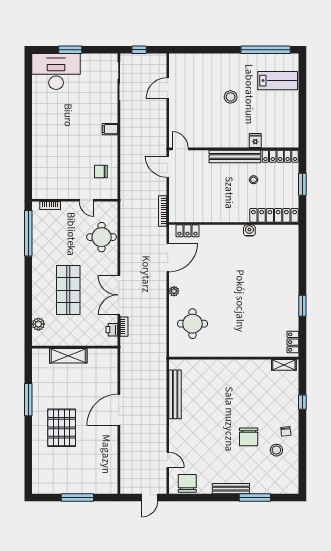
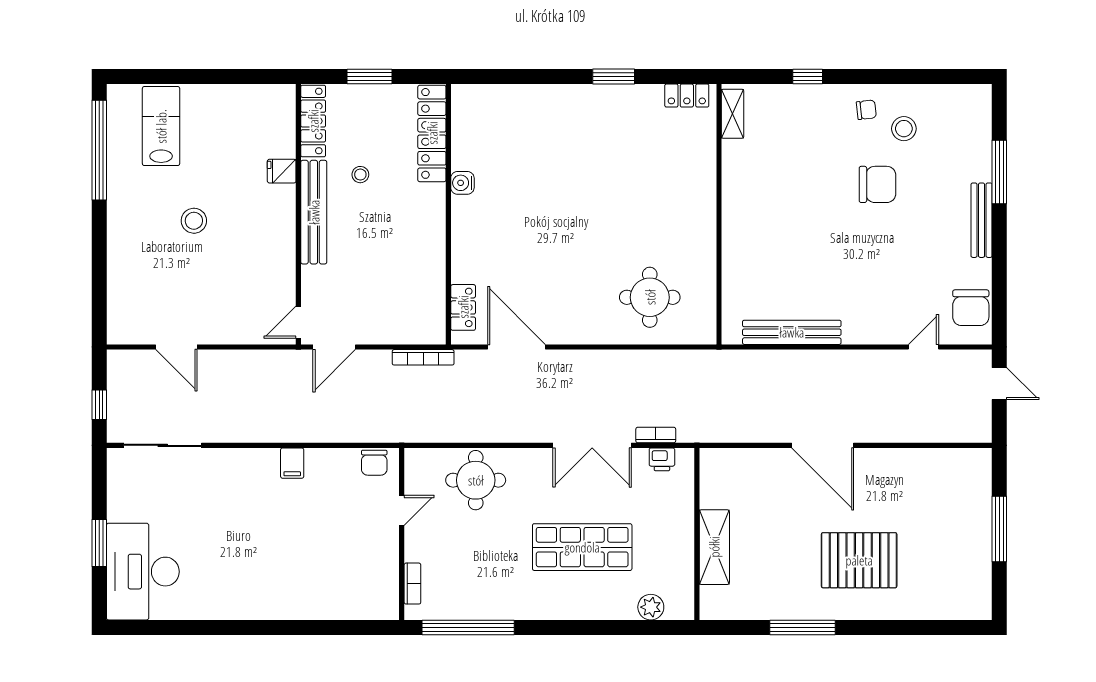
filing cabinet: (110, 129) -> (292, 463), moved
chair: (101, 172) -> (374, 463), moved
plant: (174, 291) -> (585, 334), removed
chair: (187, 483) -> (971, 308), turned -90

